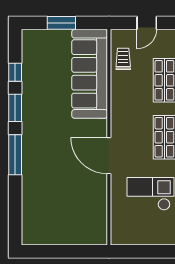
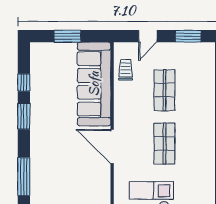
window: (15, 155) -> (24, 177), moved
door: (109, 156) -> (112, 147), moved

